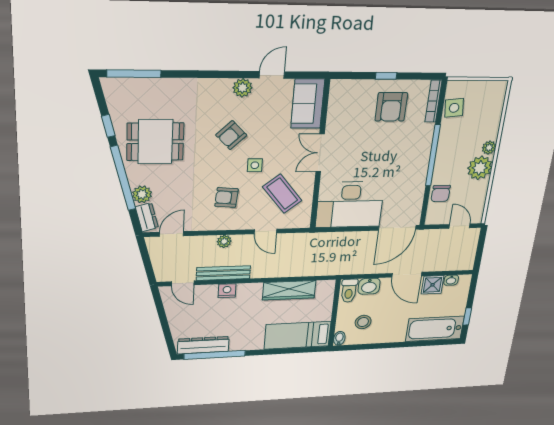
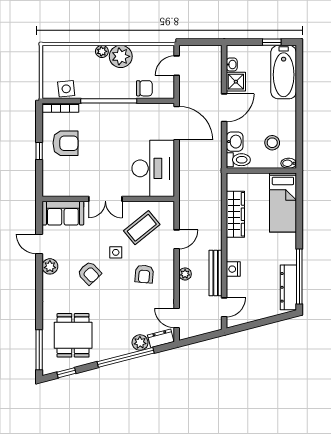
window: (108, 126) -> (66, 373), moved
dining table: (155, 142) -> (73, 335), moved

